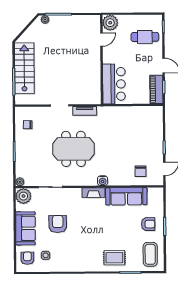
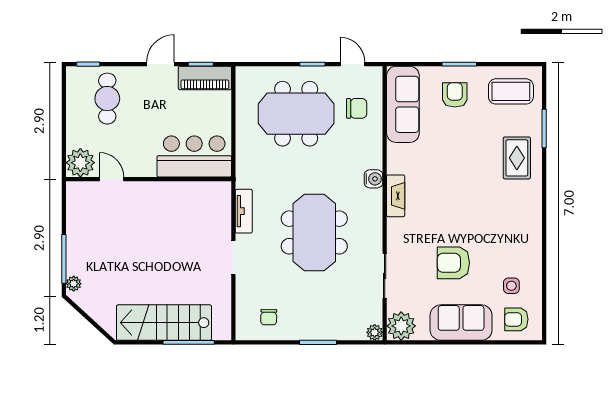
meeting table: (137, 139) -> (296, 114), added
sofa: (126, 196) -> (403, 104), moved

